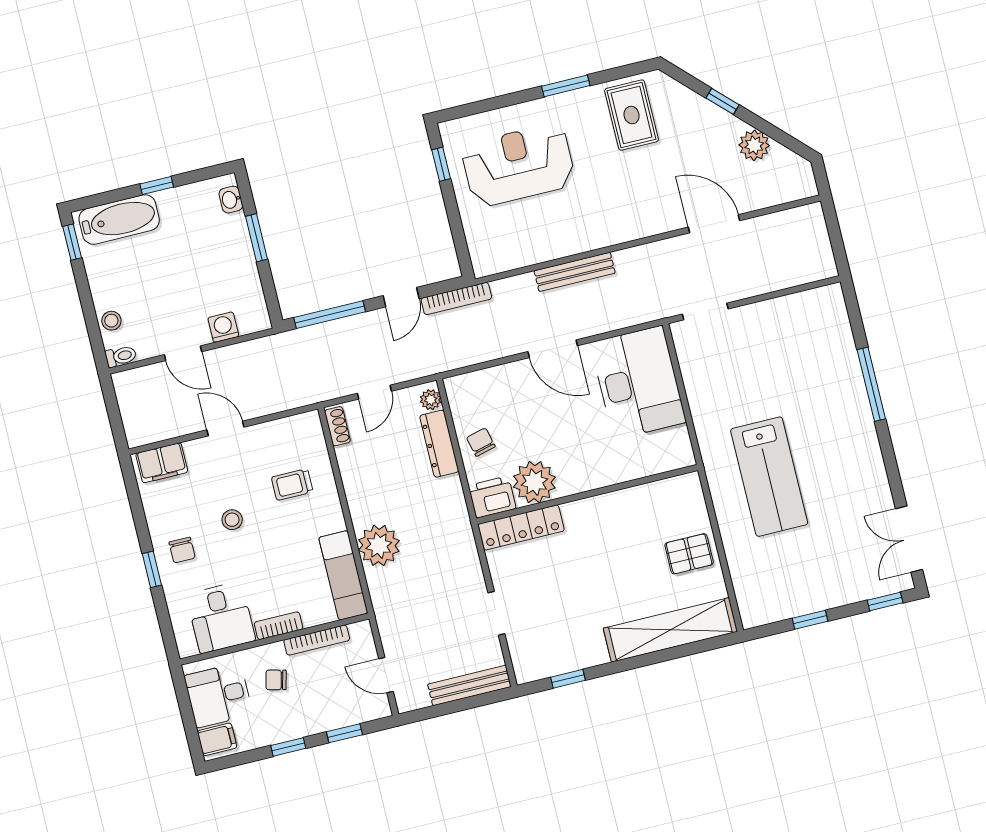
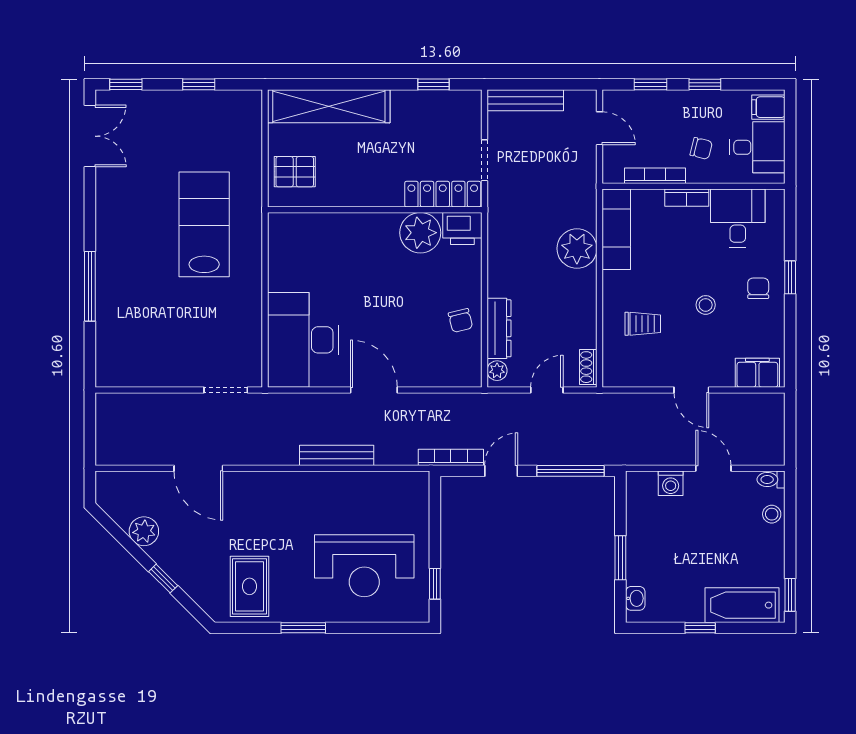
plant: (534, 482) -> (420, 233), moved
wall: (587, 494) -> (375, 210), moved
printer: (492, 497) -> (462, 228), moved
locker: (521, 527) -> (443, 194), moved

